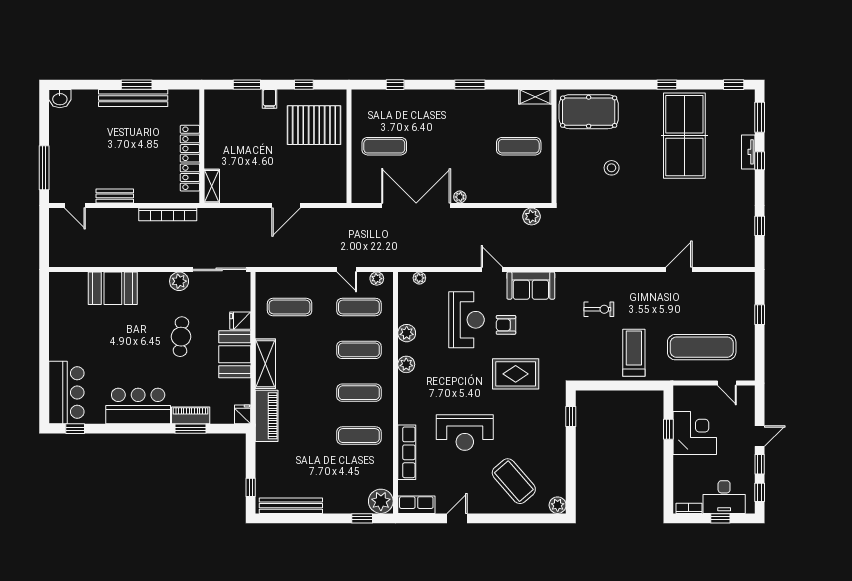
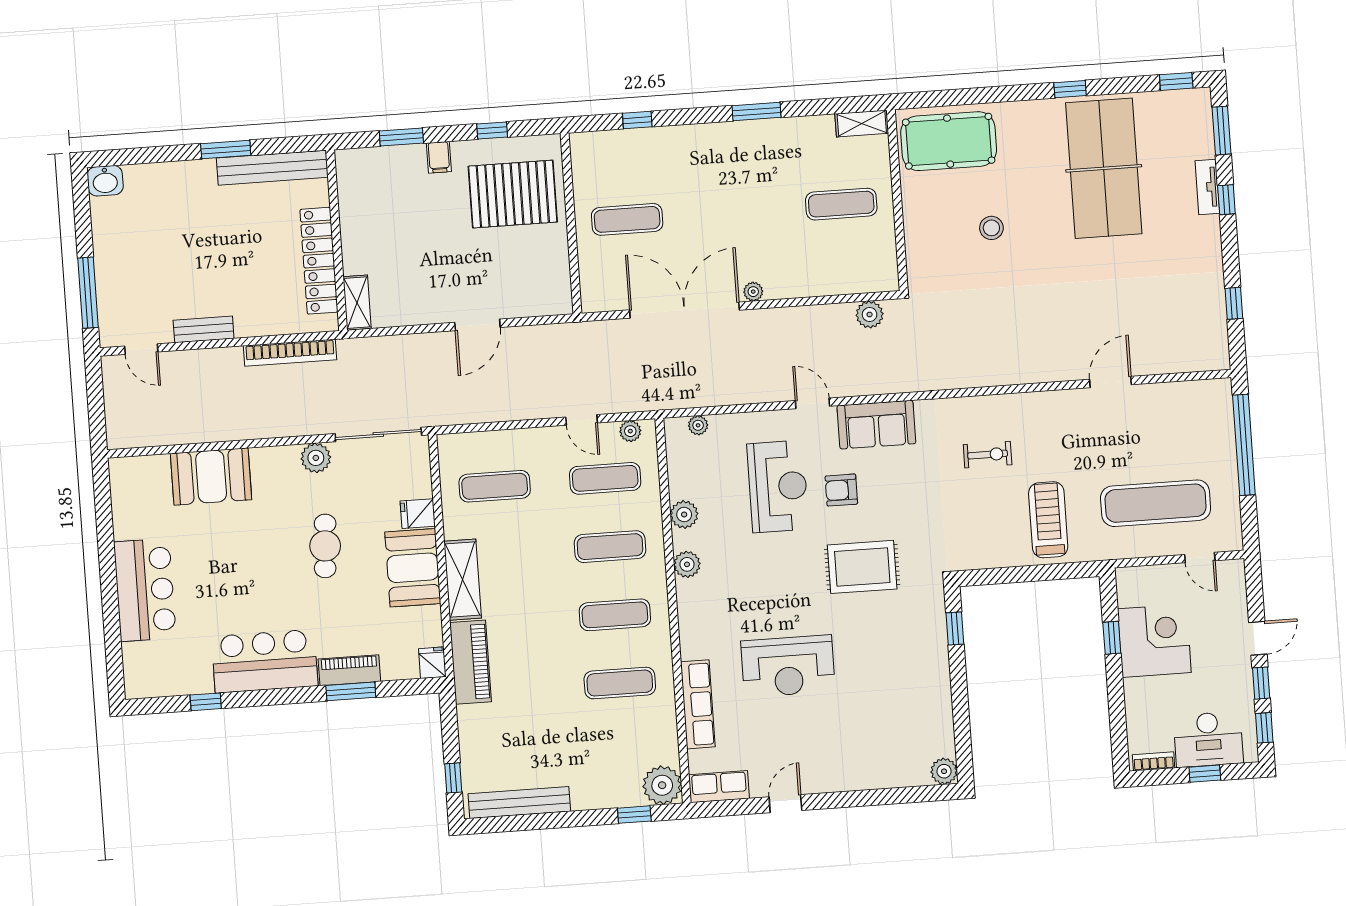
bench: (133, 98) -> (272, 168), moved
window: (760, 315) -> (1244, 445), width x3.17
bar counter: (66, 392) -> (145, 590), moved
window: (75, 429) -> (206, 702), moved
coffee table: (514, 481) -> (872, 738), removed

